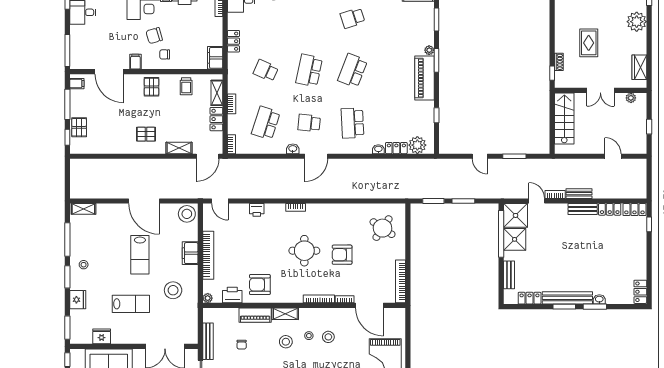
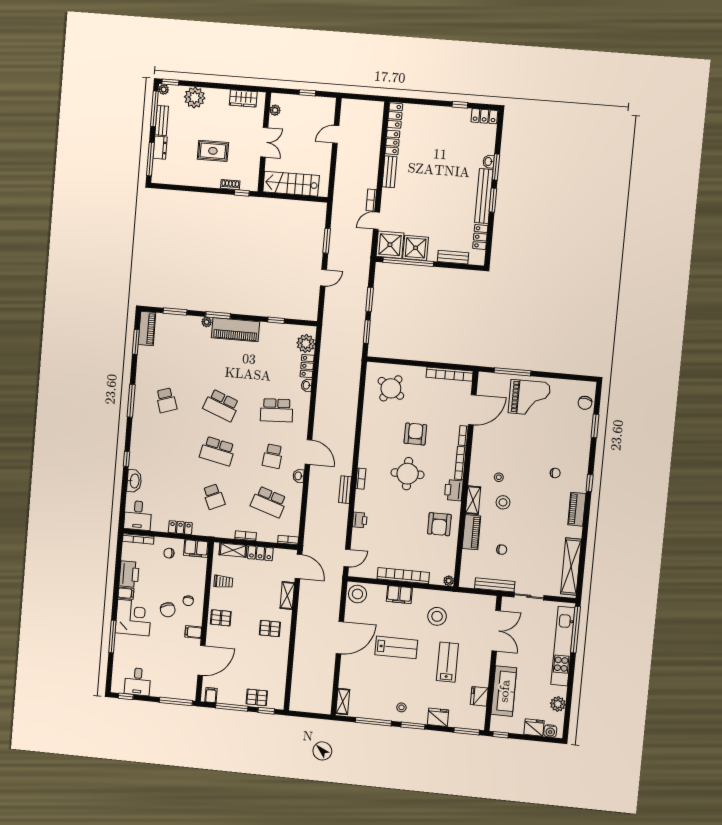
chair: (208, 32) -> (169, 553), added
school desk: (266, 70) -> (214, 497), turned -48
pallet: (146, 134) -> (270, 628), turned 90
bench: (579, 194) -> (345, 490), moved
window: (649, 224) -> (460, 105), moved
armchair: (342, 255) -> (415, 434), turned 180
printer: (232, 295) -> (454, 490), moved
stool: (328, 337) -> (502, 457), removed
window: (408, 339) -> (512, 372), added

